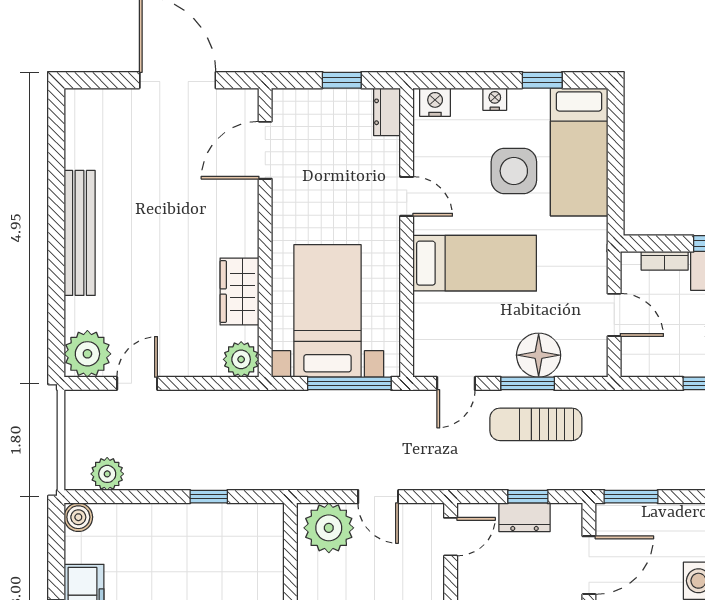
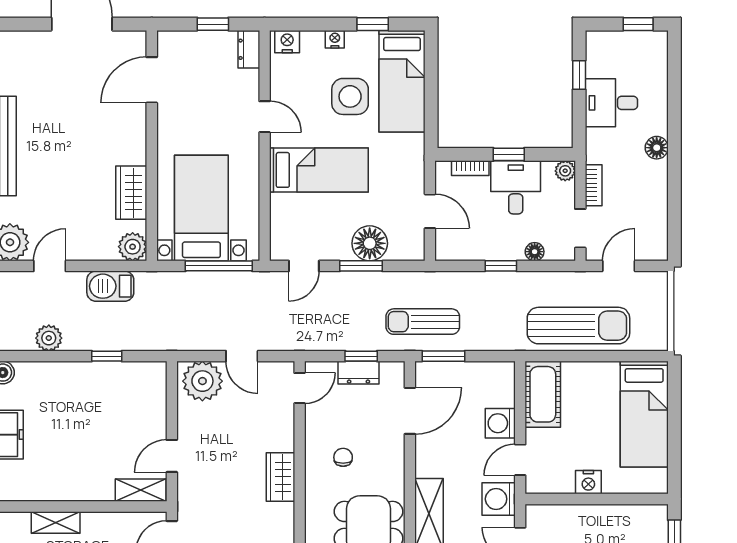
barbecue: (213, 409) -> (110, 286), added
sun lounger: (536, 424) -> (423, 322), moved
plant: (107, 474) -> (49, 338), moved

